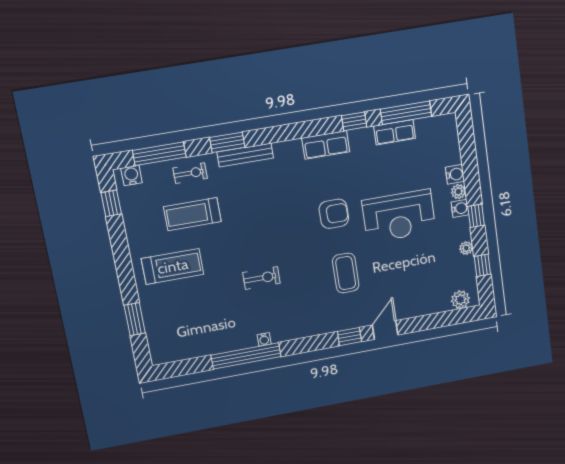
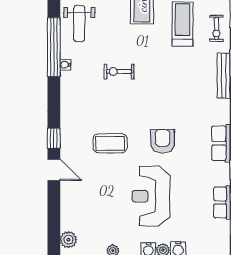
armchair: (334, 214) -> (162, 141), turned 180
exercise bike: (261, 278) -> (119, 72), turned 90
weight bench: (214, 333) -> (79, 24), added

